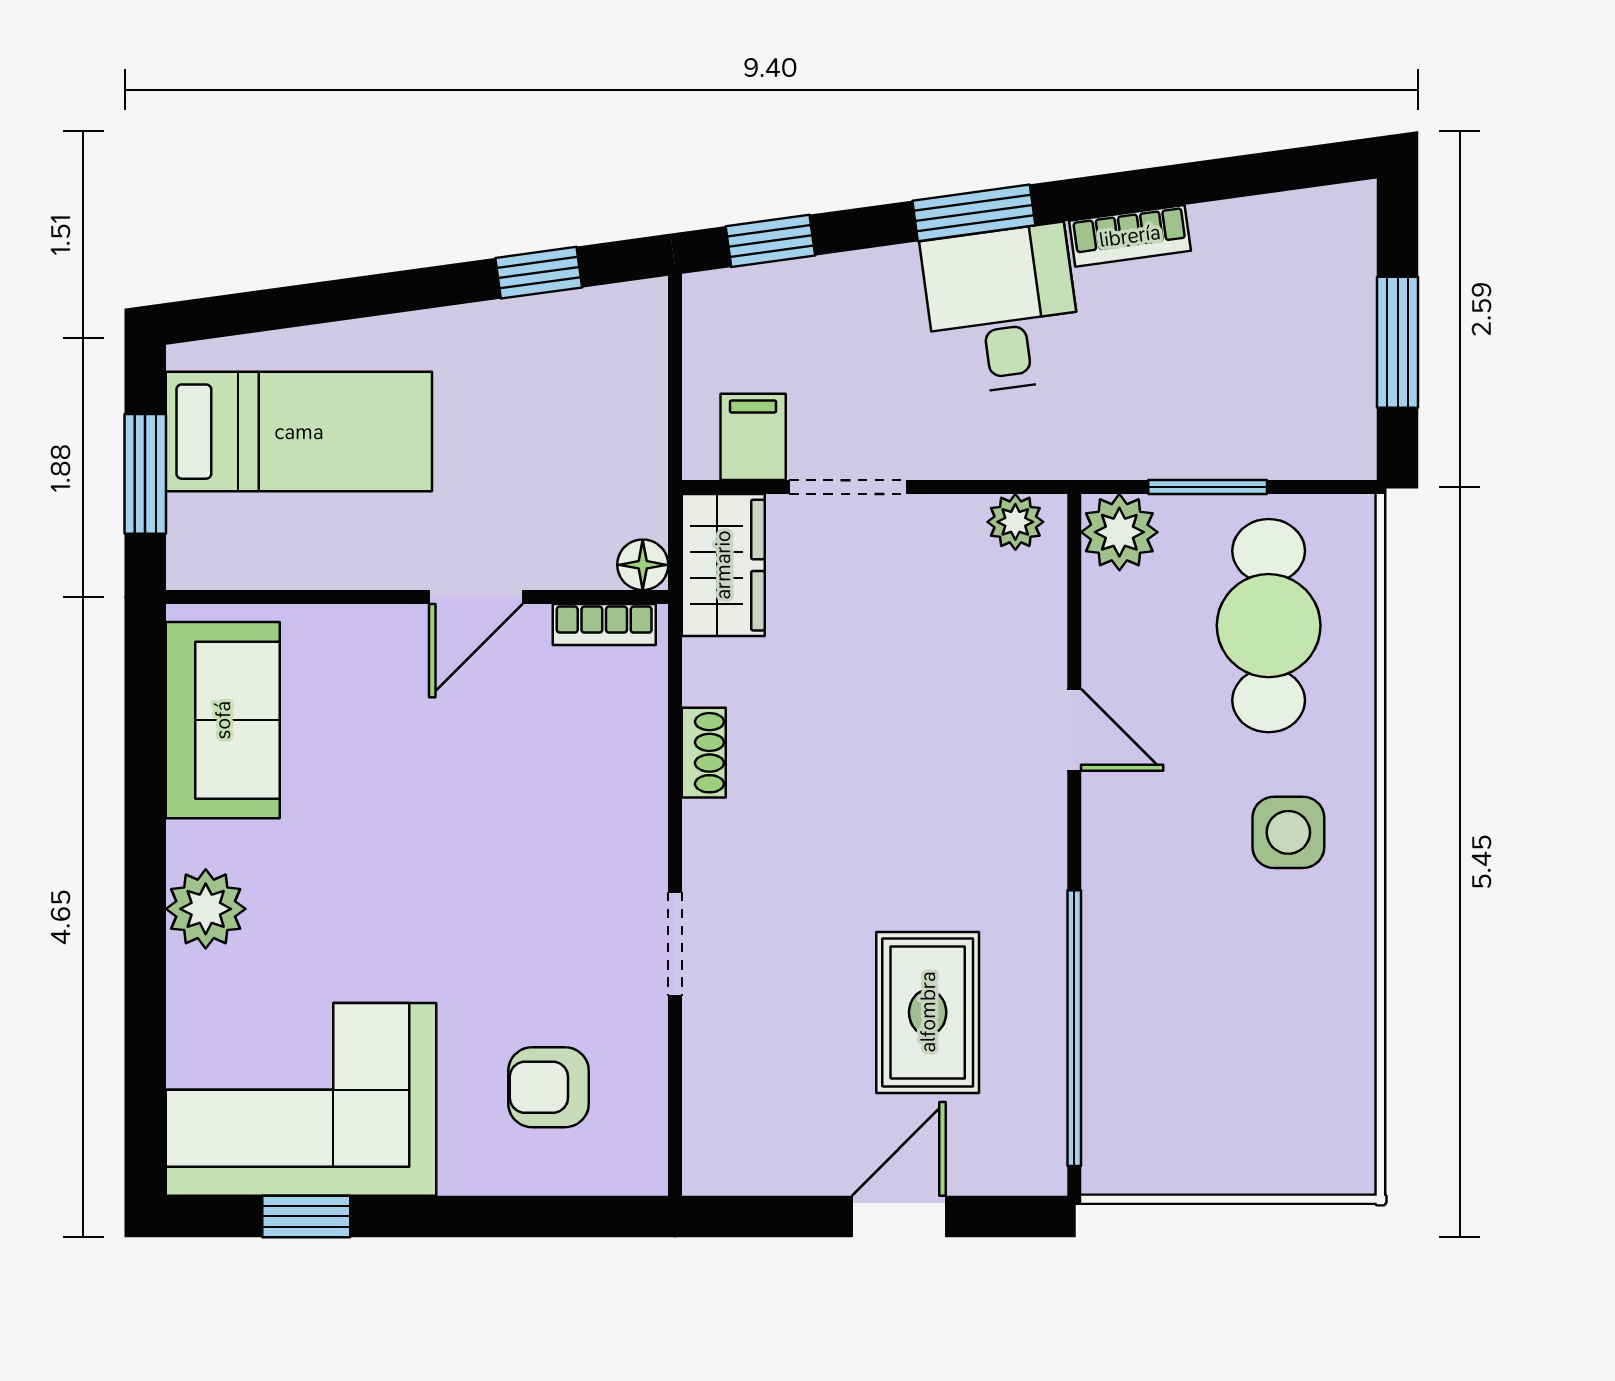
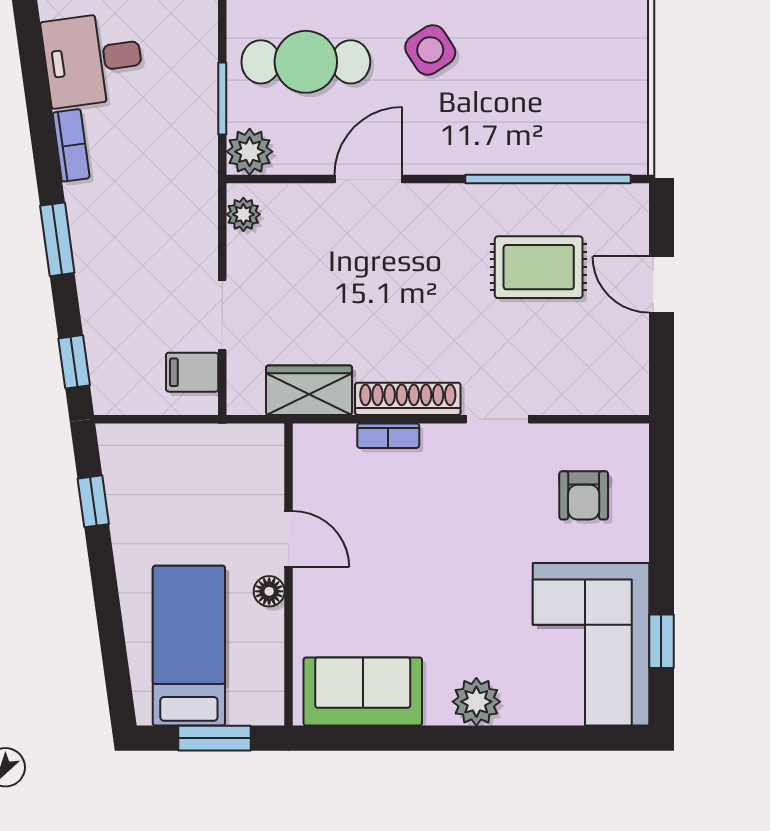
desk: (1002, 309) -> (93, 59), moved
floor lamp: (643, 565) -> (269, 591), moved
wardrobe: (723, 565) -> (309, 390), moved
bookcase: (604, 625) -> (388, 436), moved, turned 90
door: (1074, 730) -> (369, 179), width x1.38
shoe rack: (704, 753) -> (408, 399), width x1.94, depth x1.24
side table: (1288, 832) -> (430, 50), turned -33

